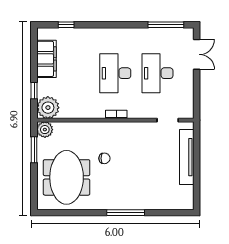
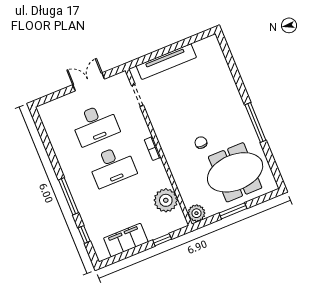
window: (166, 25) -> (69, 196), moved
double door: (197, 54) -> (89, 82), moved
plant: (48, 108) -> (166, 200), moved
window: (34, 150) -> (233, 211), moved
window: (126, 213) -> (255, 122), moved

